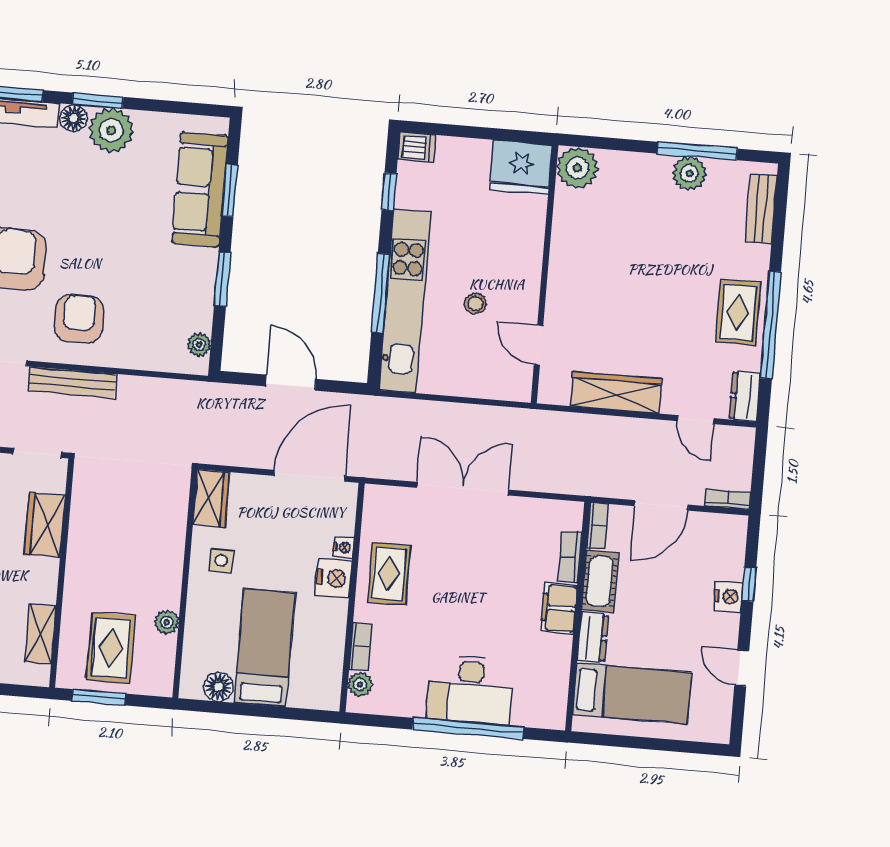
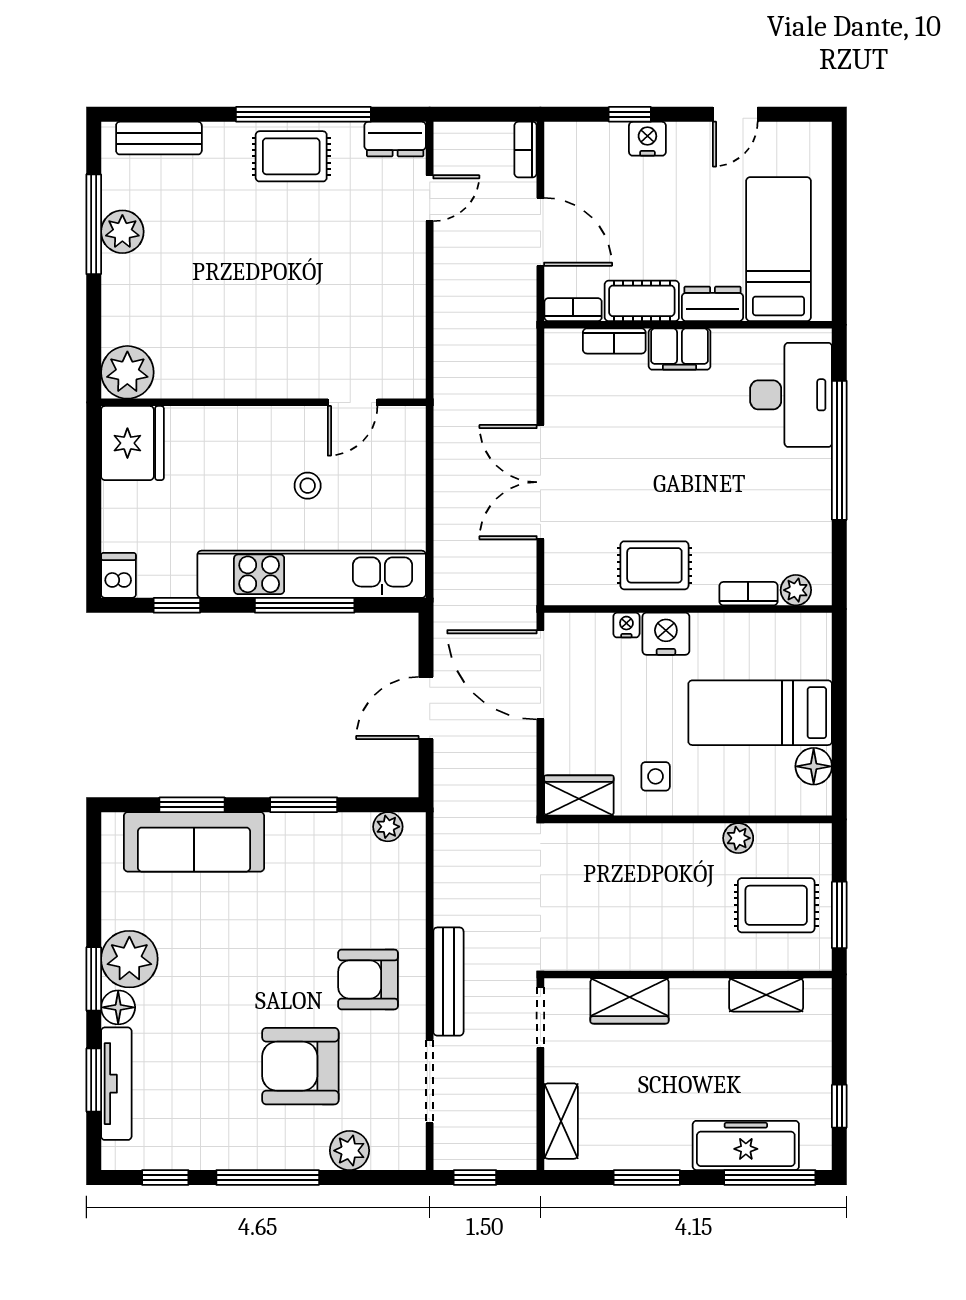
wardrobe: (616, 393) -> (404, 300), removed
desk: (470, 690) -> (791, 395), moved

